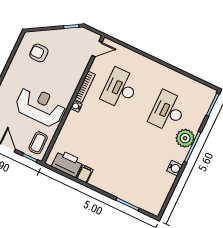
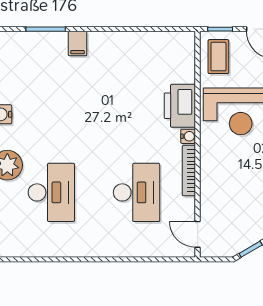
door: (97, 49) -> (198, 234), hinge flipped
printer: (67, 164) -> (180, 106), moved, turned 90
filing cabinet: (85, 174) -> (77, 44), moved

